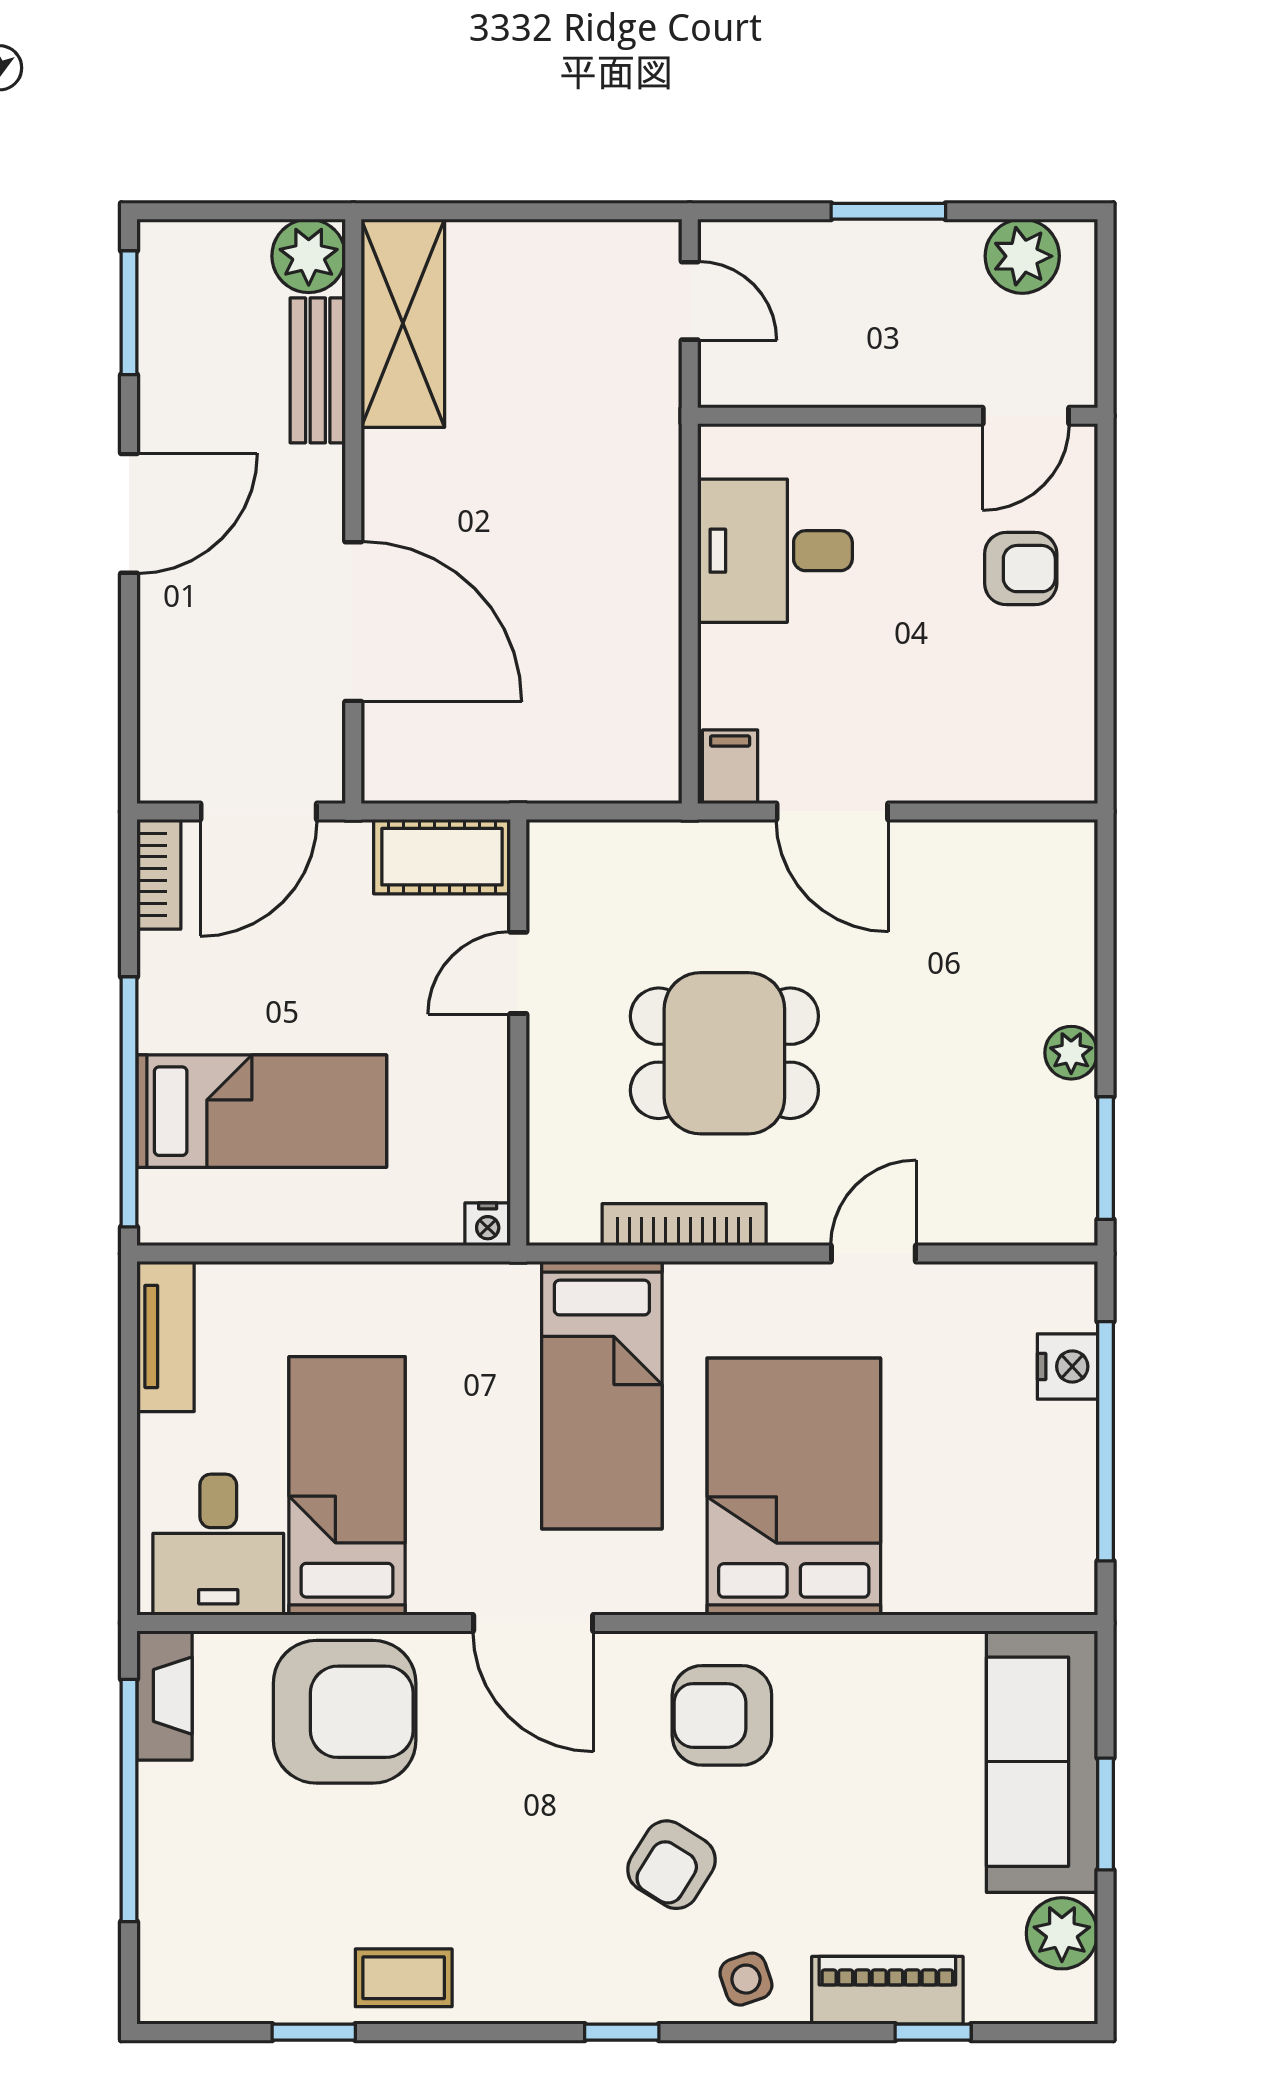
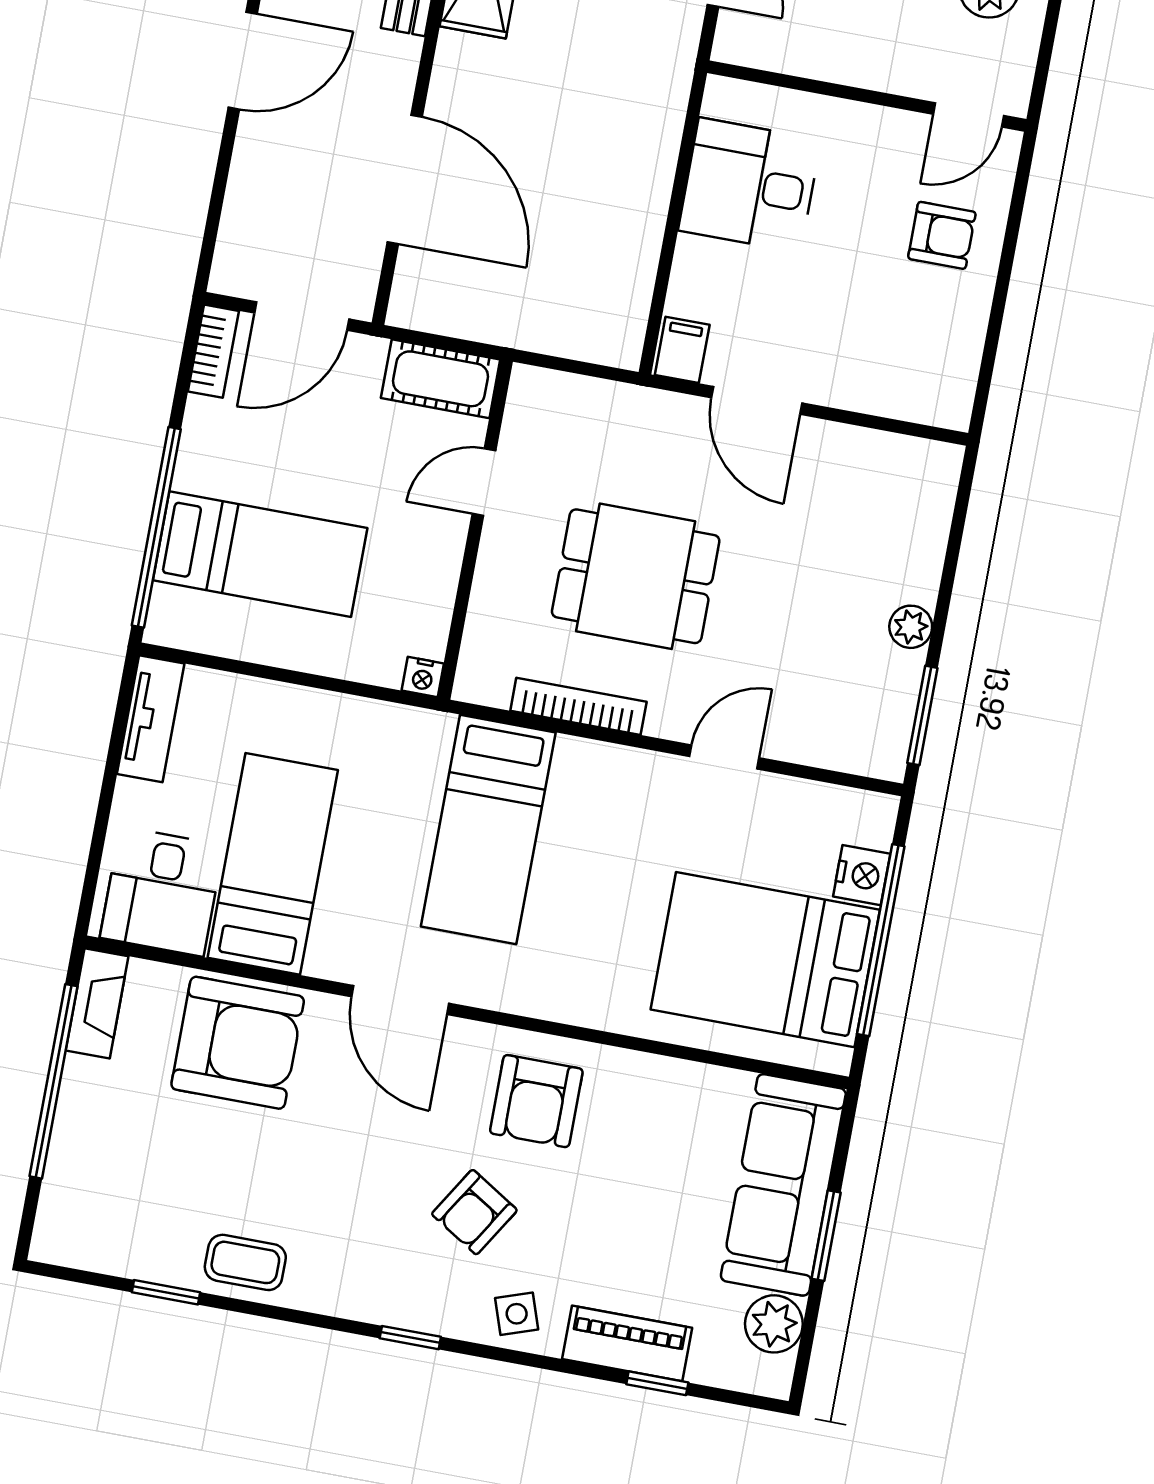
bed: (794, 1487) -> (765, 960), moved, turned -90
armchair: (722, 1715) -> (536, 1101), turned -90

